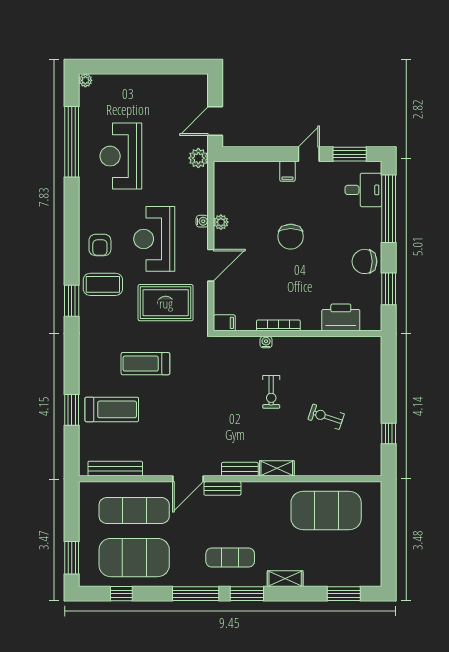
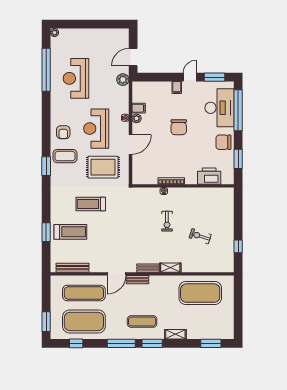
desk: (363, 190) -> (219, 108), width x1.87, depth x1.30
filing cabinet: (224, 323) -> (139, 108), moved

